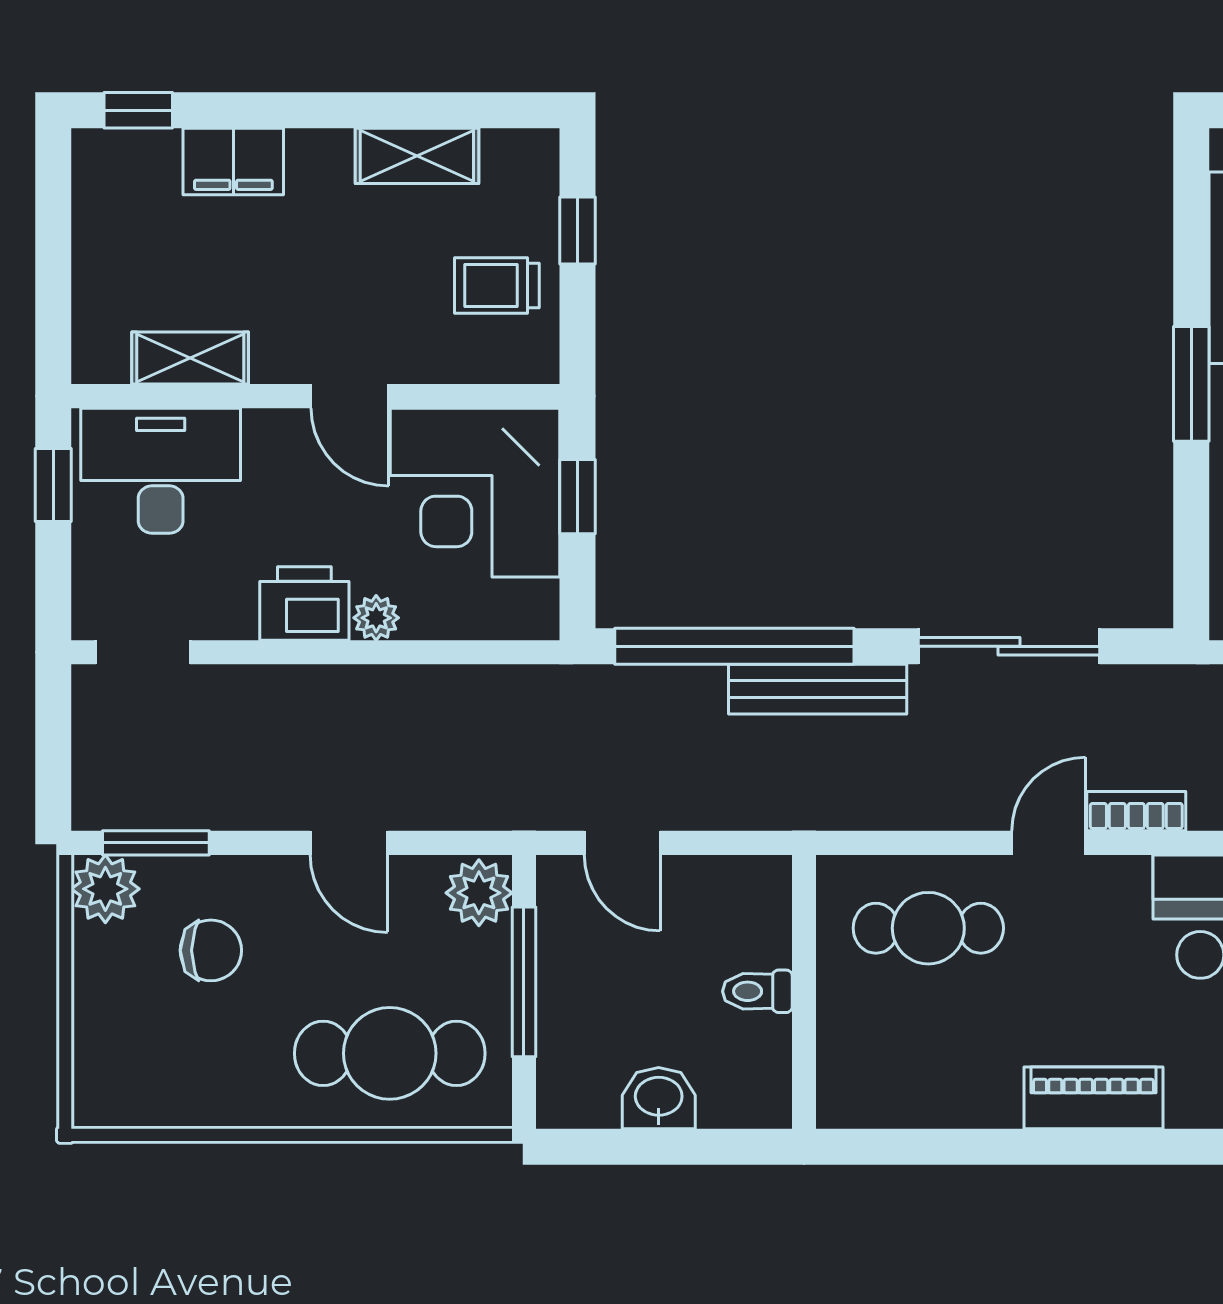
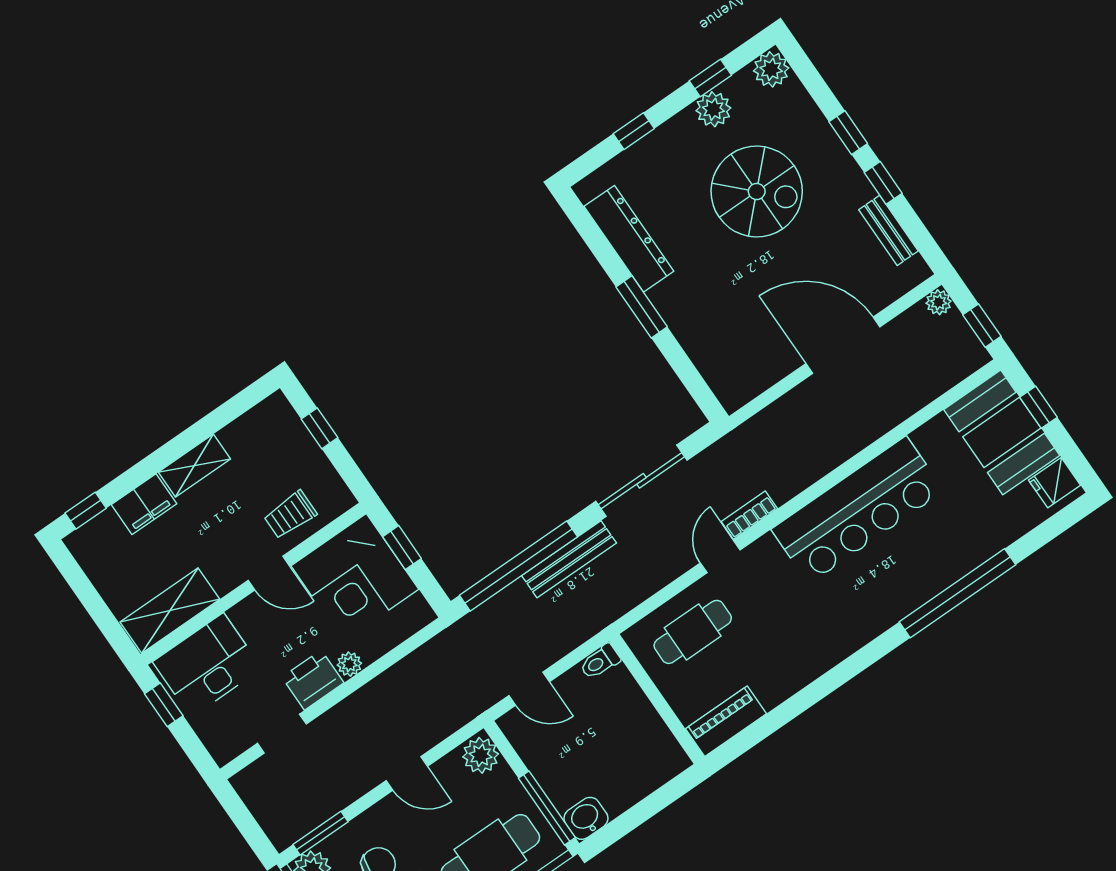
shelving: (417, 156) -> (194, 465), moved
trolley: (497, 285) -> (290, 515), moved
shelving: (190, 358) -> (170, 611), width x1.50, depth x1.33
doorway: (143, 652) -> (282, 734), moved
window: (524, 982) -> (547, 808), moved
toilet: (757, 991) -> (600, 662), moved
washbasin: (659, 1098) -> (586, 818), moved
piano: (1093, 1098) -> (726, 721), moved

